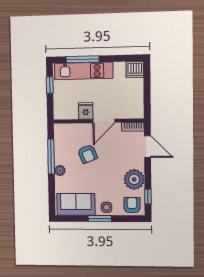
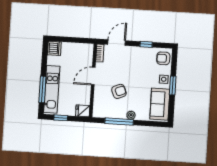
fridge: (86, 111) -> (83, 111), moved
door: (104, 121) -> (93, 76), swing flipped
plant: (134, 179) -> (142, 55), removed
window: (148, 197) -> (146, 44), moved

